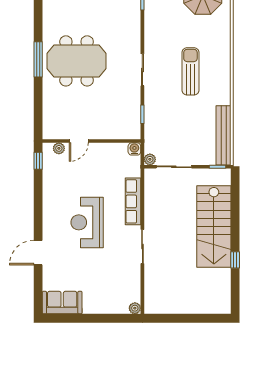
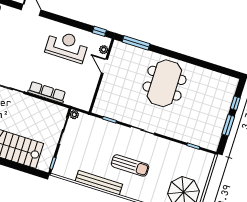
window: (38, 59) -> (136, 43), moved
bench: (224, 135) -> (99, 183), moved
water cooler: (134, 149) -> (86, 106), removed
reception desk: (87, 222) -> (67, 46), moved

